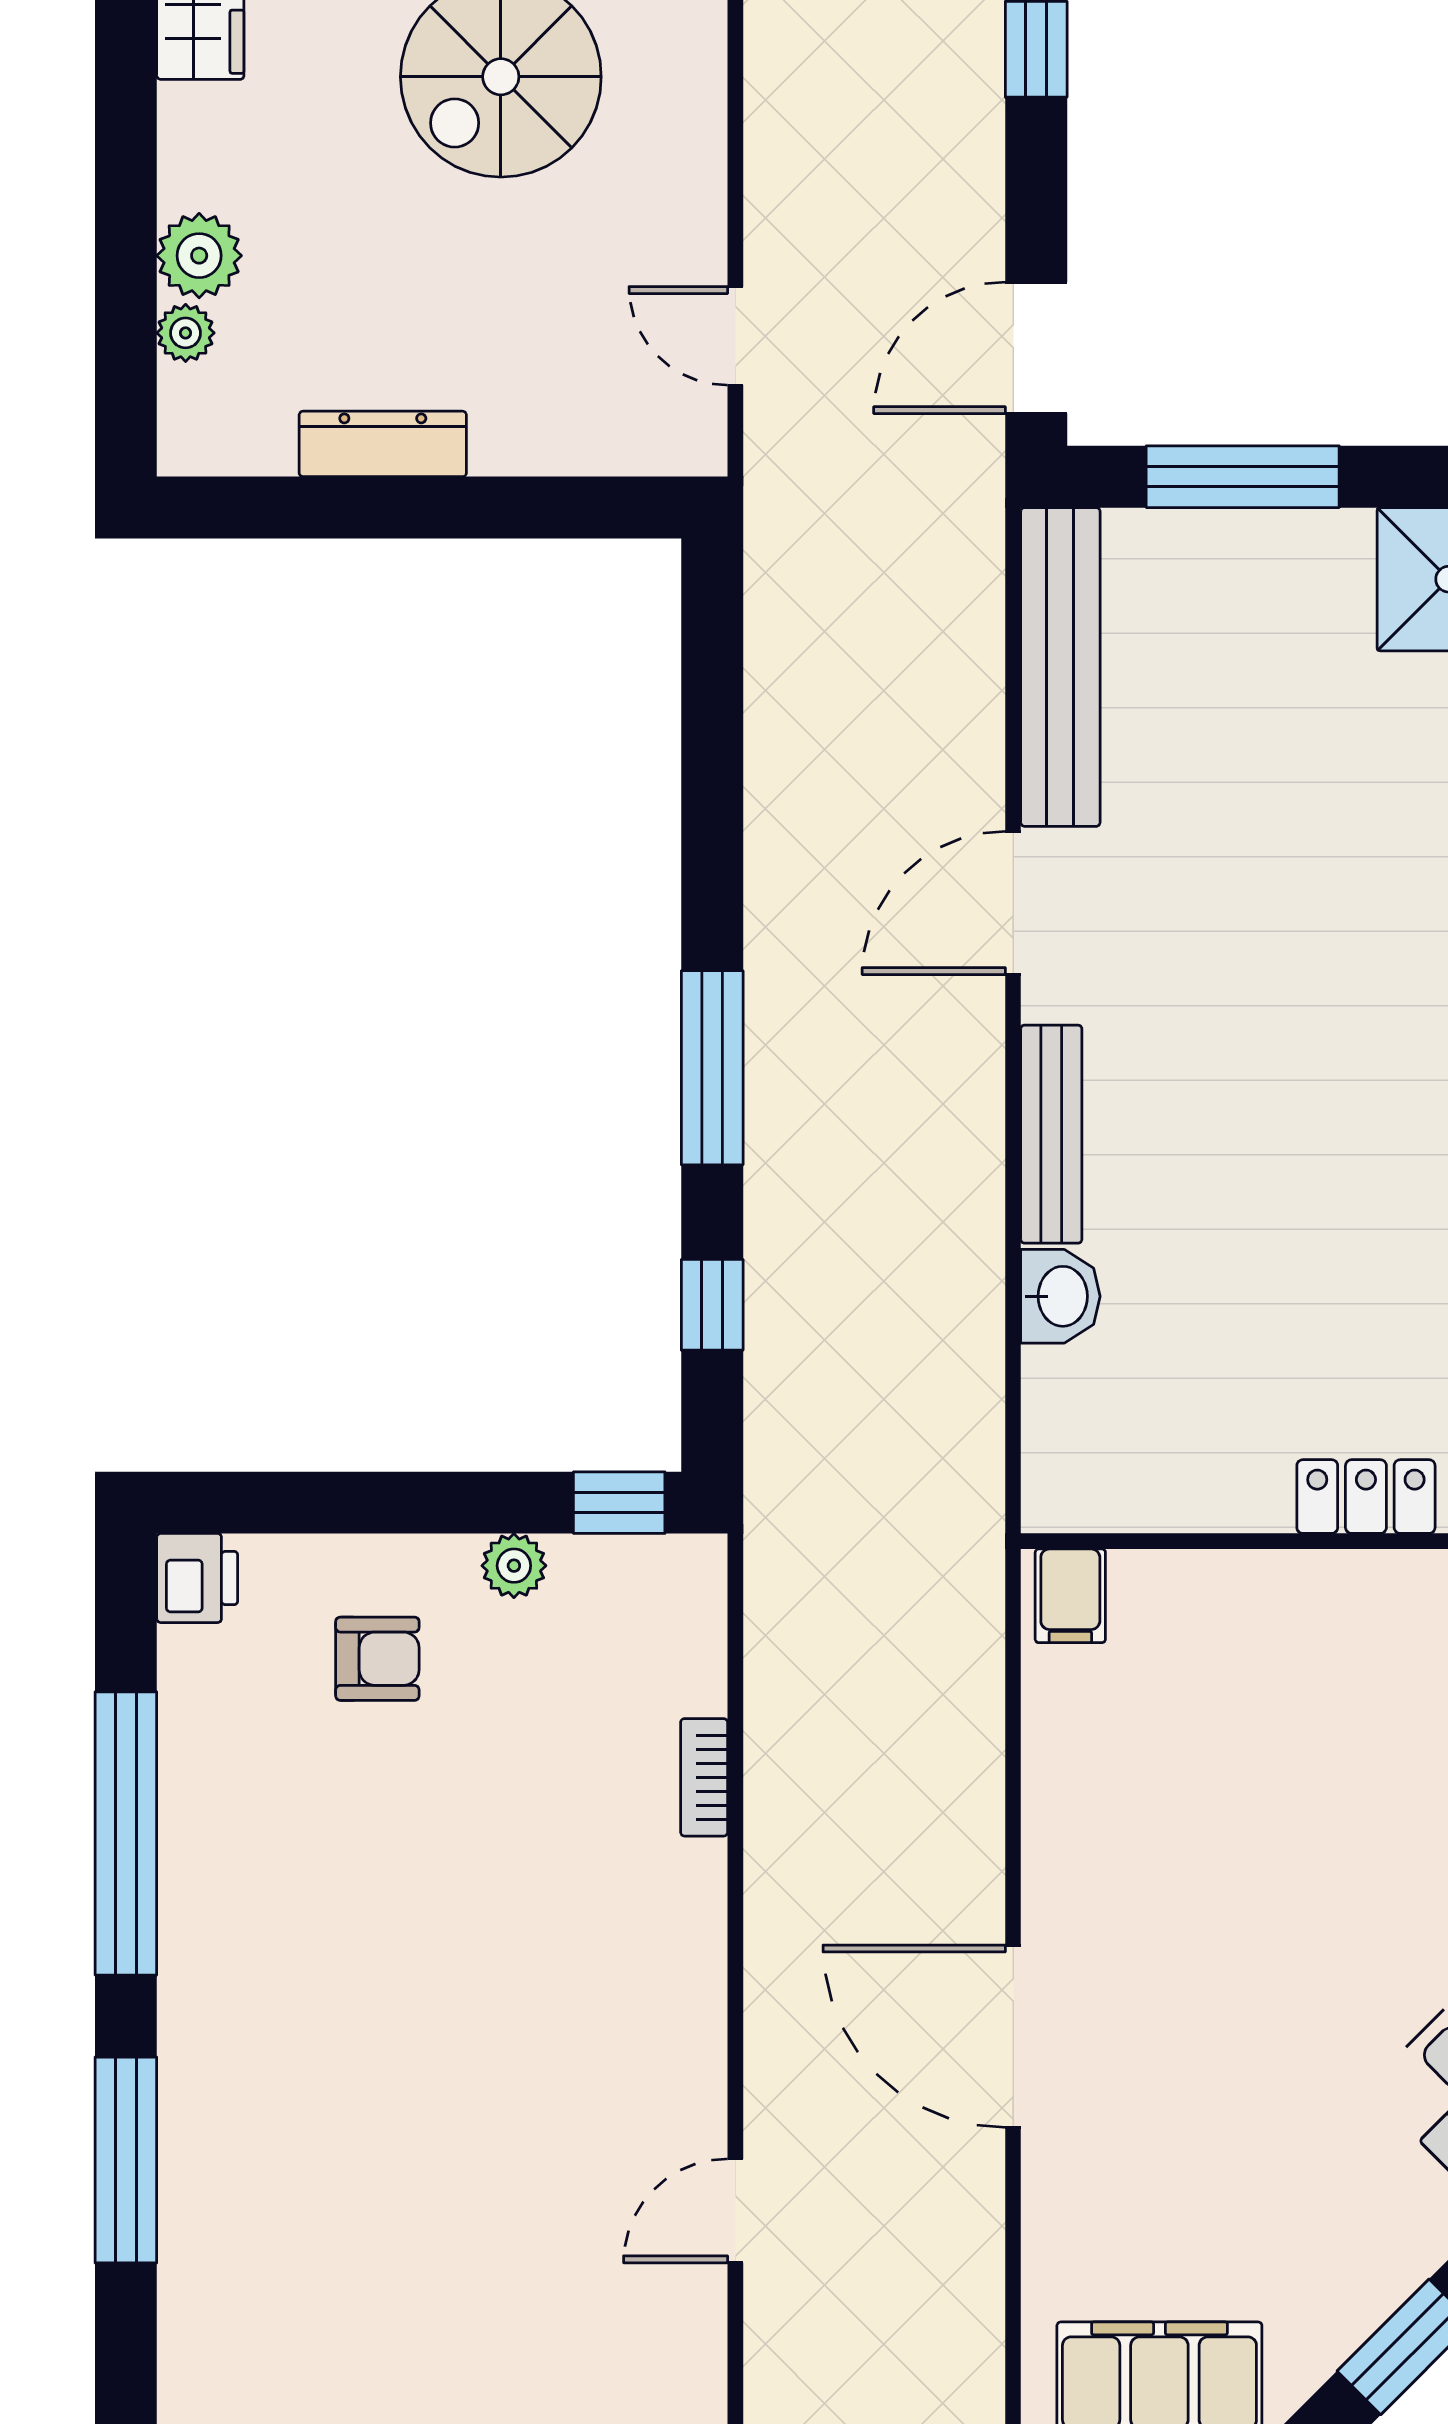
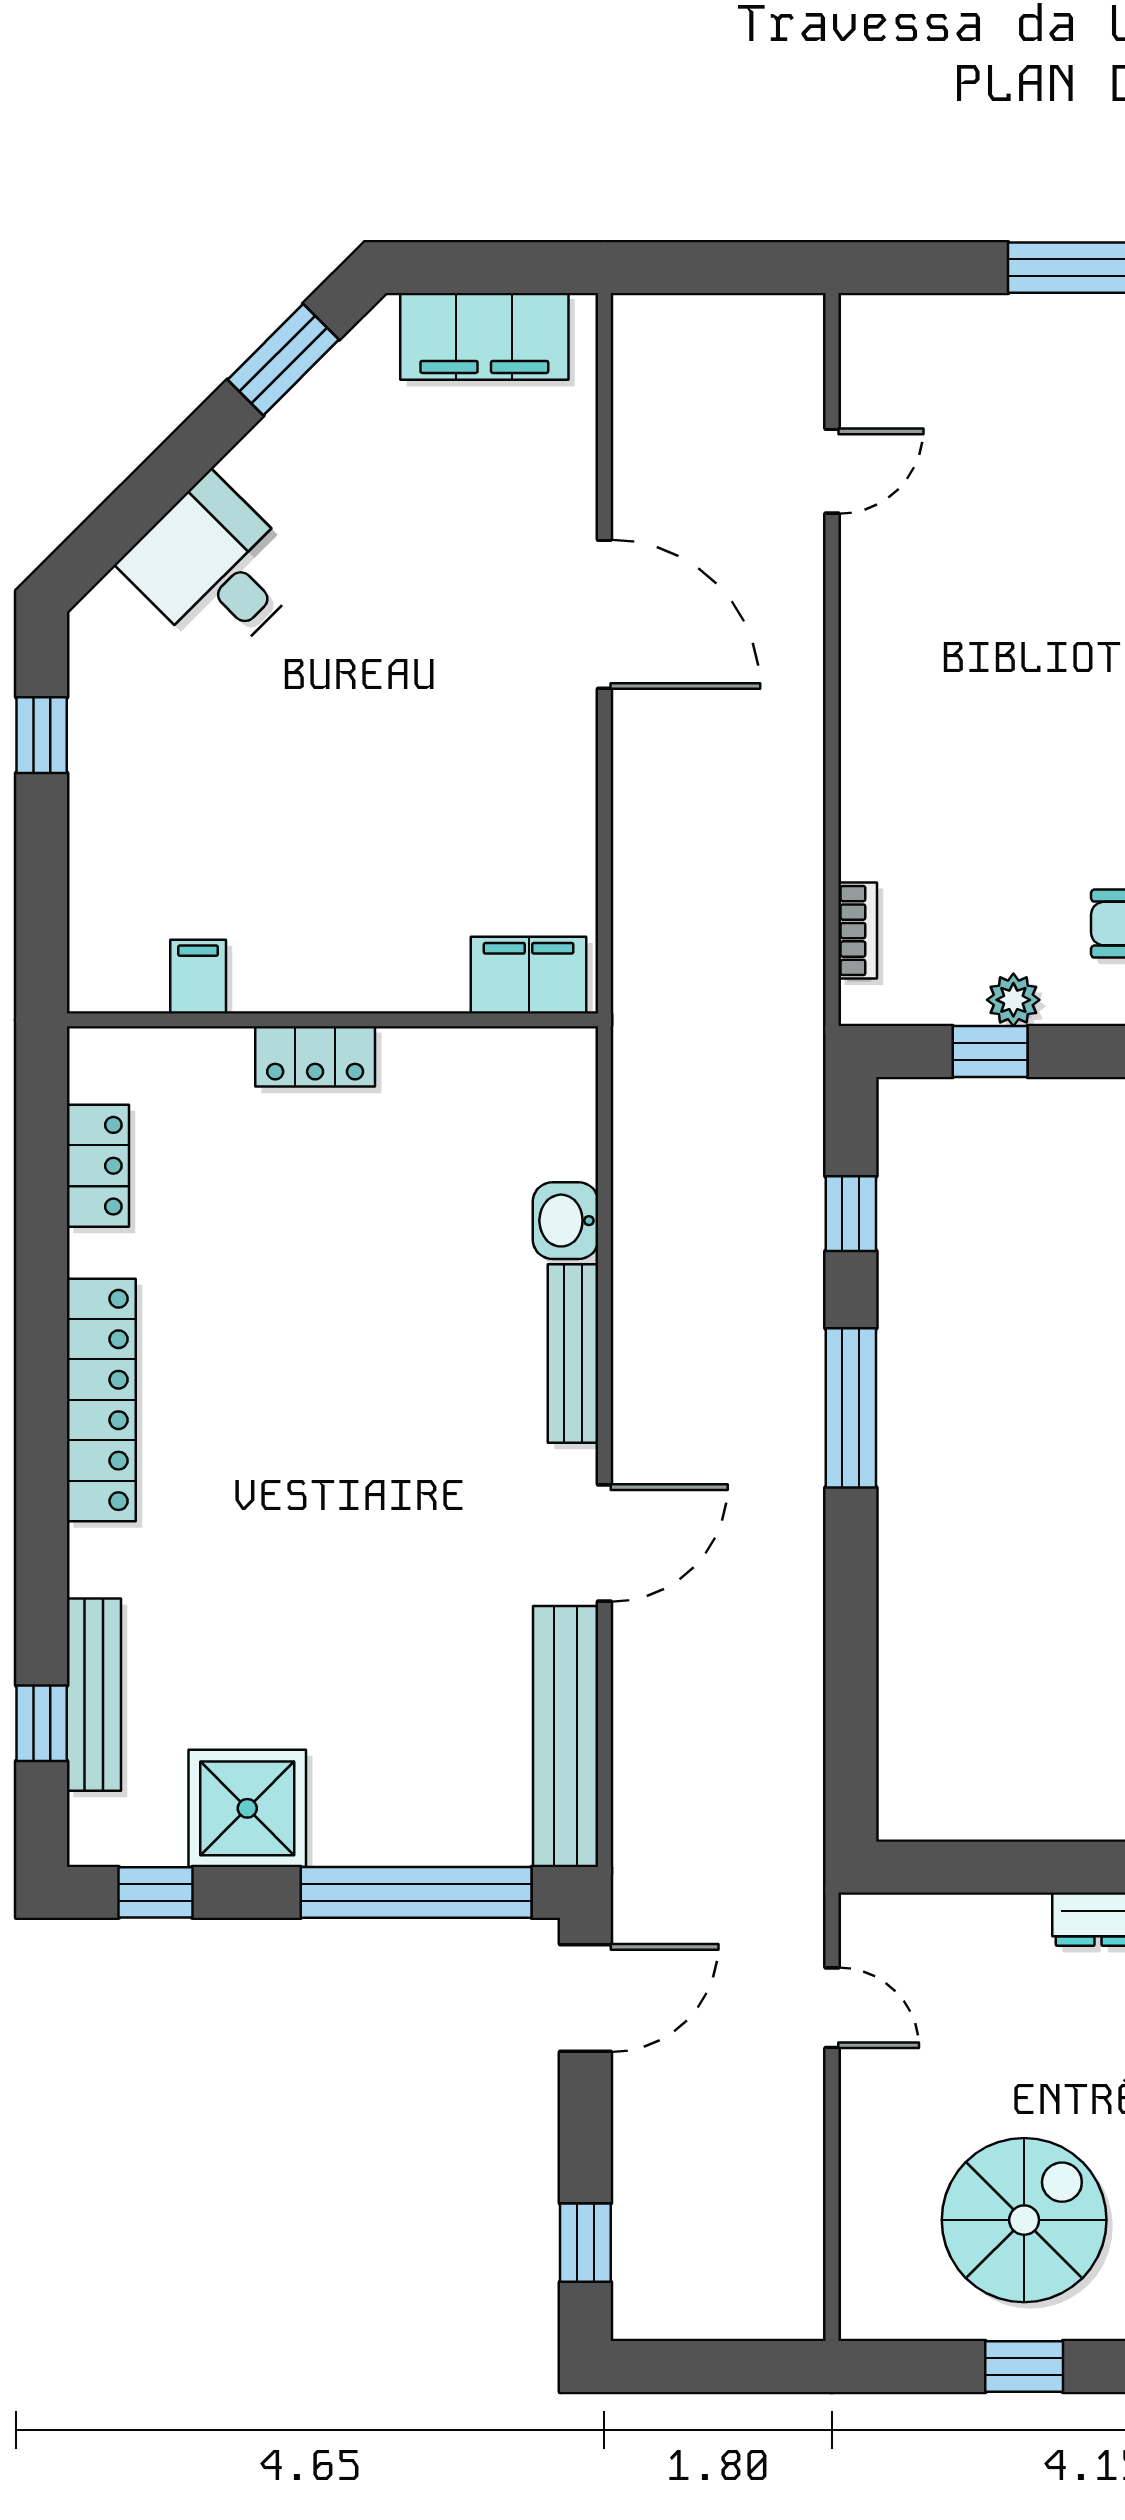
window: (1243, 477) -> (416, 1892), width x1.46
window: (619, 1503) -> (990, 1052), moved
filing cabinet: (1070, 1596) -> (529, 975), width x2.00
bookcase: (704, 1777) -> (858, 931), moved

